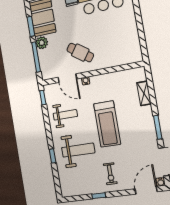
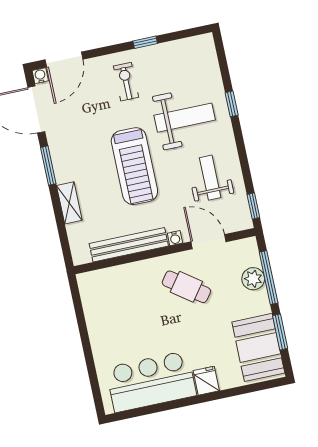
plant: (42, 43) -> (253, 279), moved
bench: (112, 78) -> (129, 245), added
shelving: (144, 93) -> (69, 203), moved
weight bench: (65, 115) -> (210, 178), turned 90
treadmill: (107, 124) -> (134, 166), turned 180
weight bench: (78, 150) -> (185, 118), turned 180

